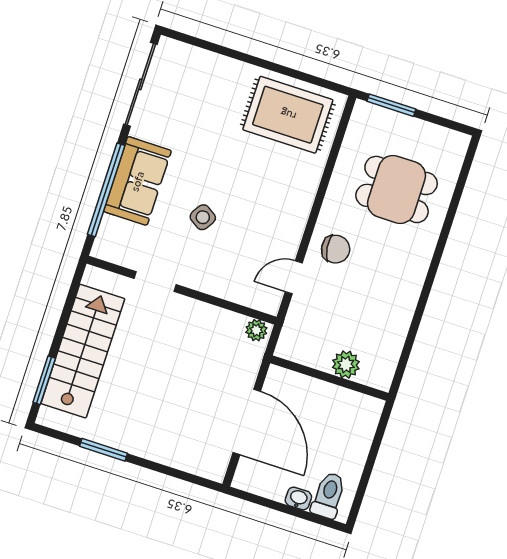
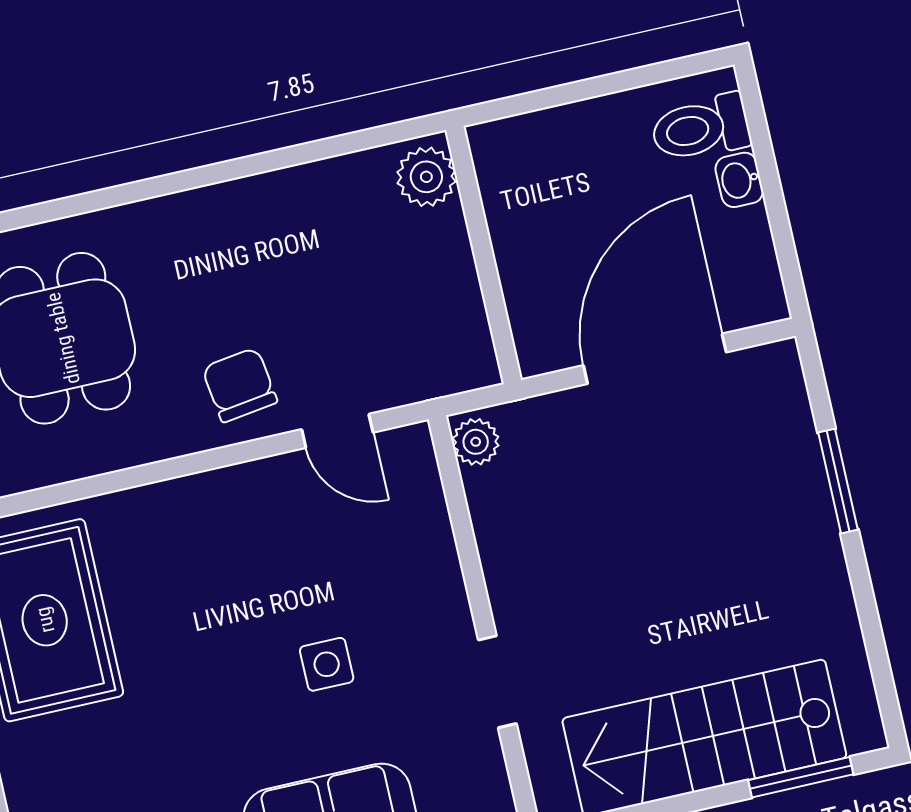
side table: (203, 217) -> (327, 664), turned -33
plant: (346, 365) -> (426, 177), moved
window: (104, 450) -> (838, 481), moved

